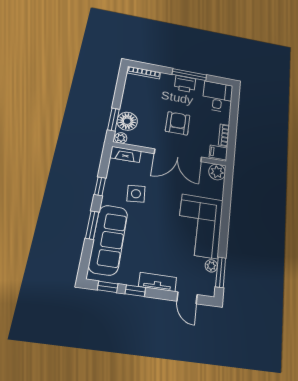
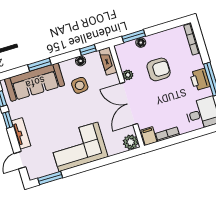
floor lamp: (127, 121) -> (141, 43), width x0.53, depth x0.53
armchair: (178, 123) -> (159, 69), moved
plant: (121, 138) -> (128, 75), moved
floor lamp: (111, 181) -> (81, 61), added
window: (100, 186) -> (88, 50), moved
plant: (211, 266) -> (52, 169), removed

